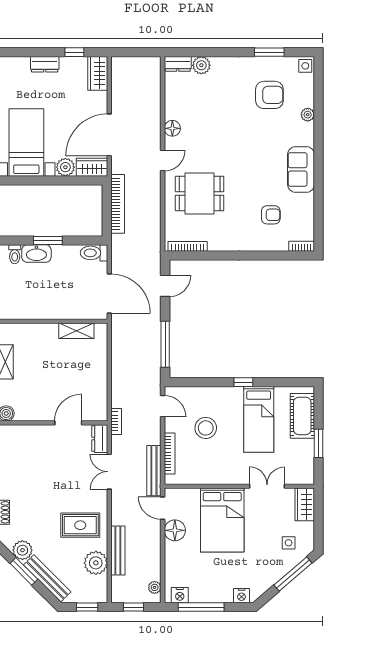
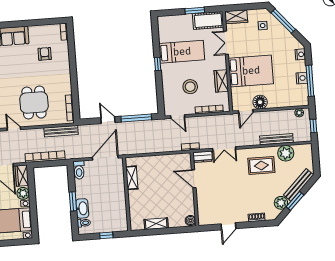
door: (165, 286) -> (108, 120), moved
door: (163, 406) -> (178, 117), swing flipped
cot: (302, 416) -> (208, 20), moved
bench: (154, 471) -> (61, 131), moved
wardrobe: (211, 475) -> (221, 81), added
rug: (80, 525) -> (261, 165), turned 90
nightstand: (180, 595) -> (302, 78), moved
window: (87, 607) -> (316, 157), removed

